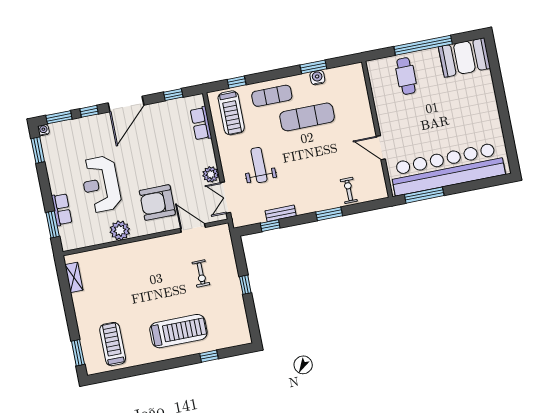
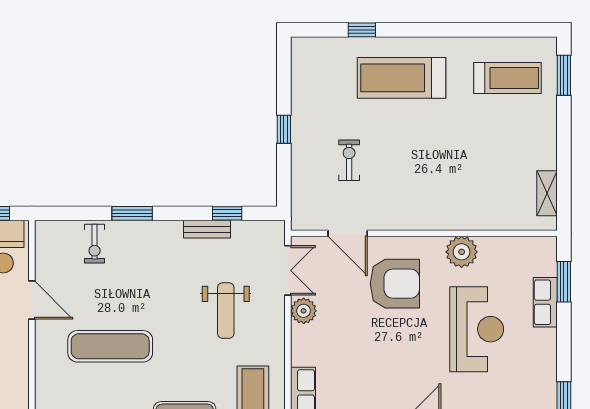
exercise mat: (307, 117) -> (110, 346), moved
treadmill: (113, 344) -> (508, 78), turned -90

